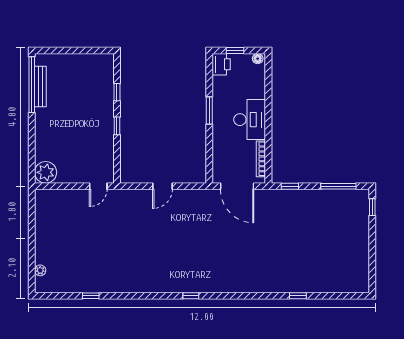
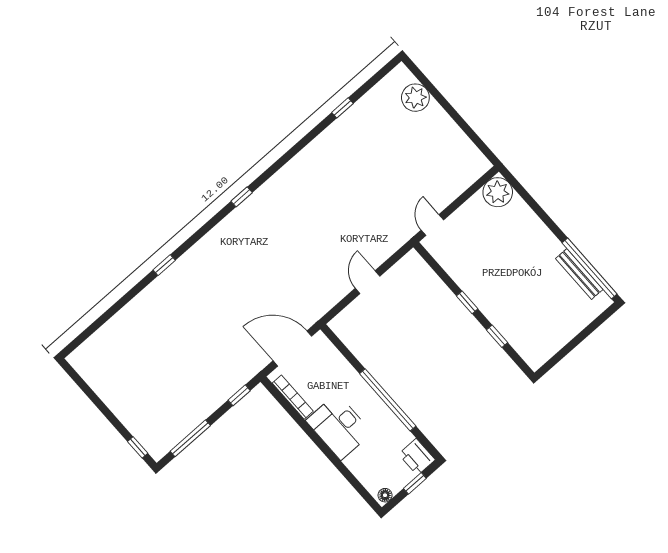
window: (209, 111) -> (388, 400), width x2.11
plant: (40, 270) -> (415, 98), width x1.88, depth x1.88
window: (298, 296) -> (164, 265), moved

